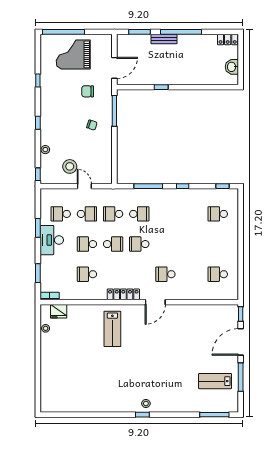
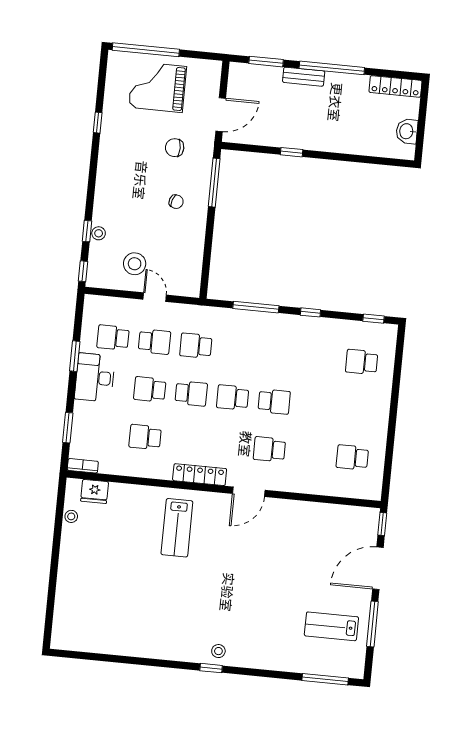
locker: (228, 40) -> (395, 86), width x1.53
window: (38, 123) -> (87, 231), moved
school desk: (139, 214) -> (274, 402), moved

